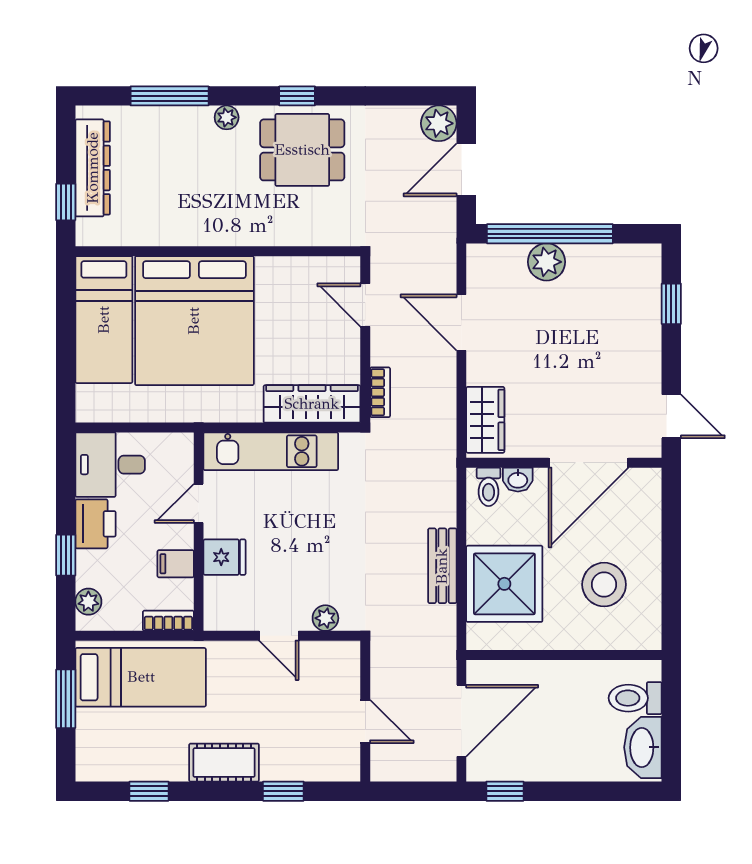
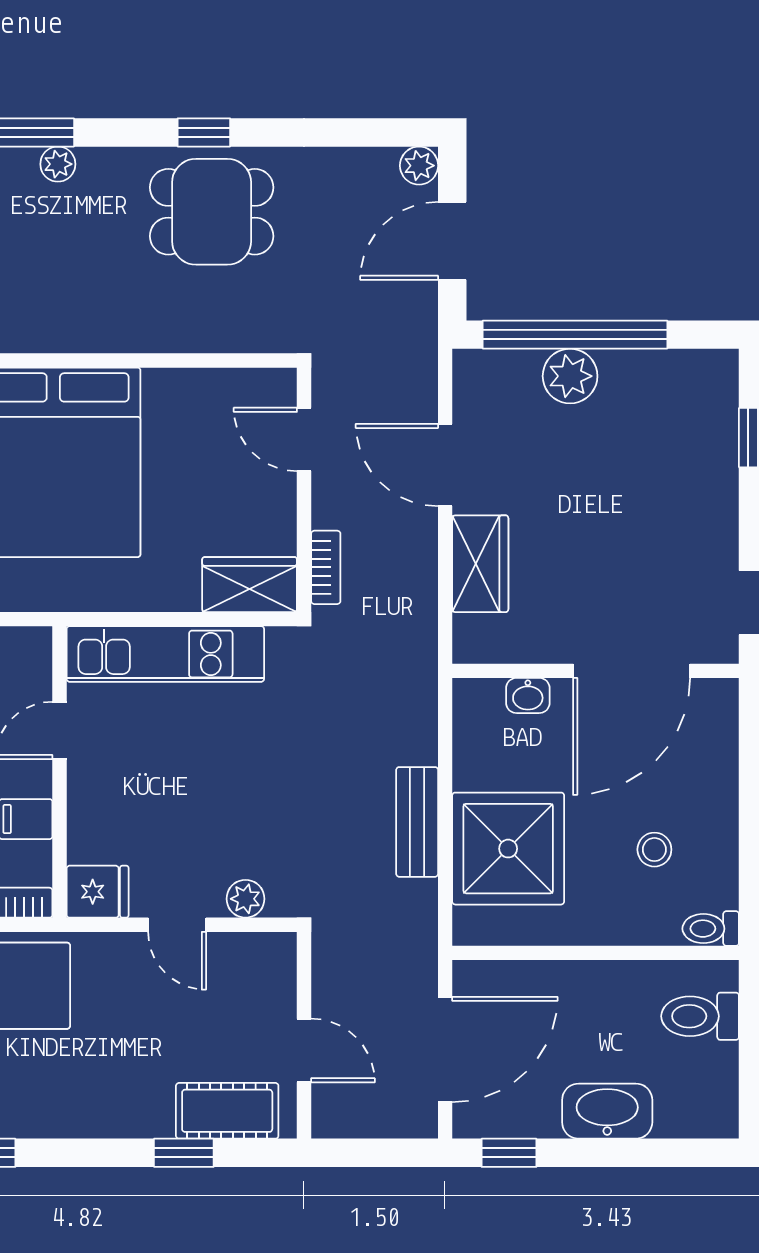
plant: (227, 117) -> (58, 164), moved
plant: (439, 123) -> (419, 166), width x0.73, depth x0.73
wardrobe: (312, 404) -> (250, 585), width x0.67
wardrobe: (485, 420) -> (480, 564), moved
toilet: (489, 487) -> (711, 929), moved, turned 90
fridge: (225, 557) -> (98, 892), moved
stool: (604, 585) -> (654, 850), width x0.53, depth x0.53
washbasin: (643, 747) -> (607, 1111), moved, turned 90
cot: (224, 763) -> (227, 1111), moved

